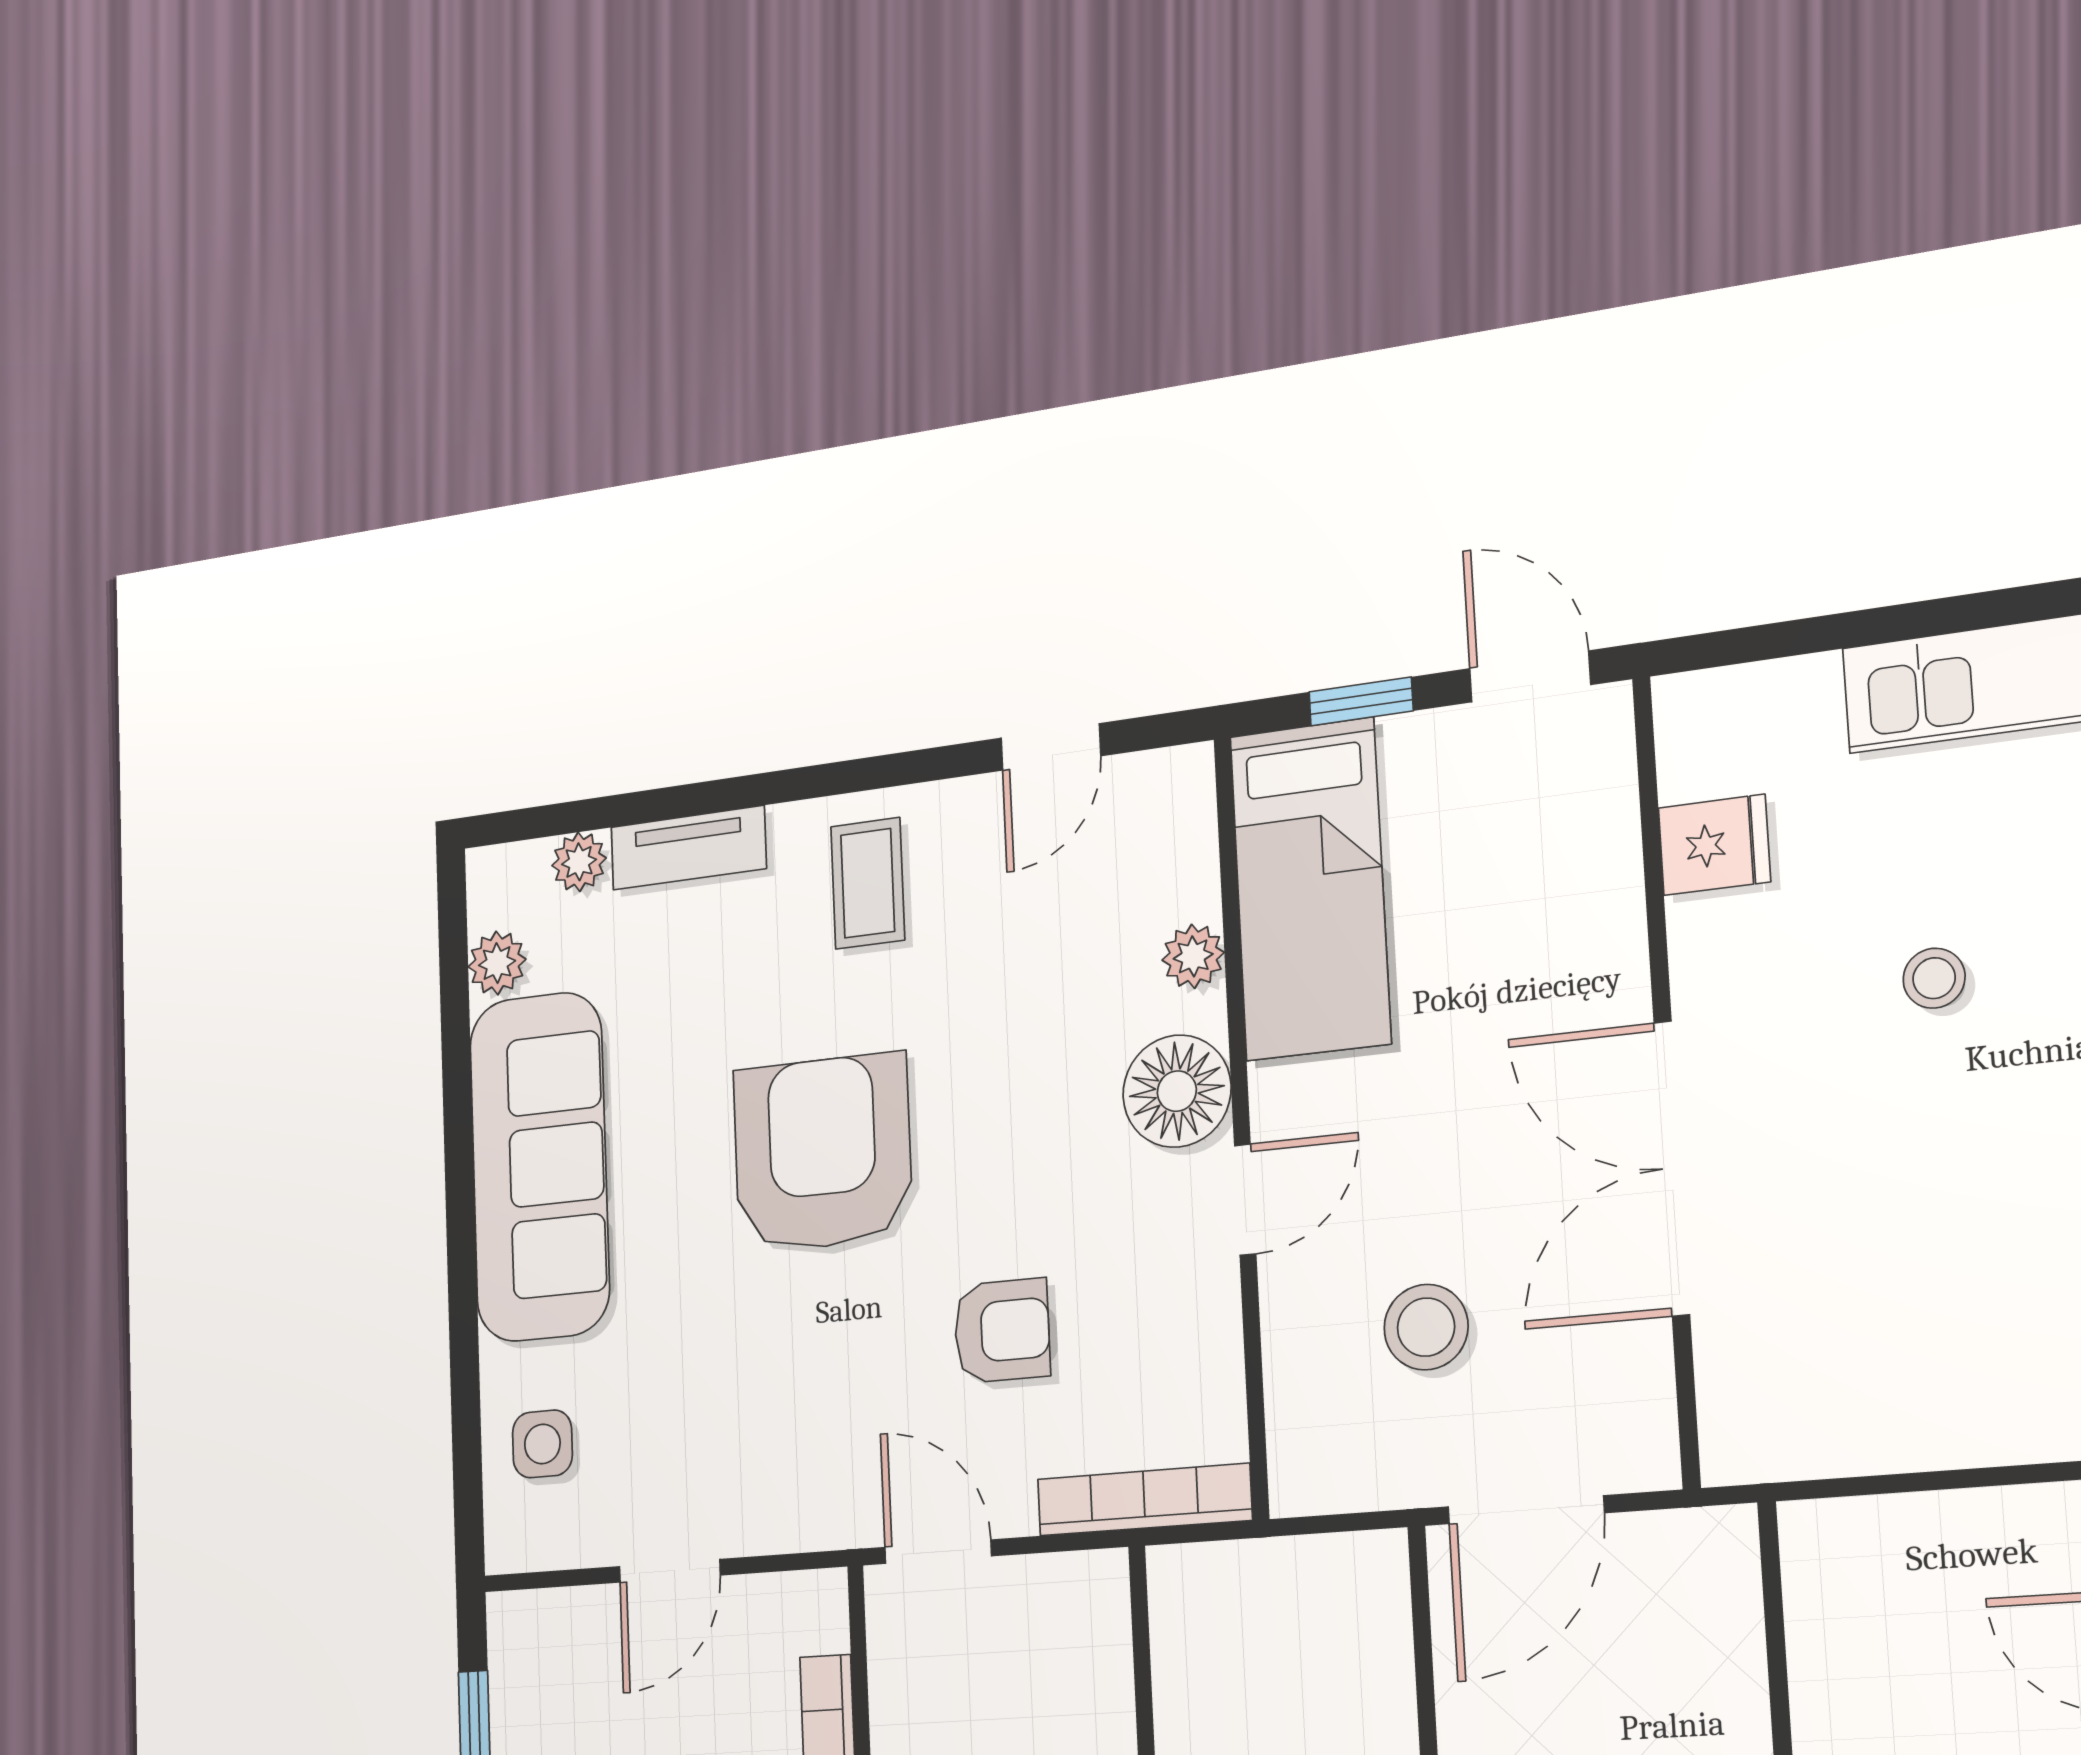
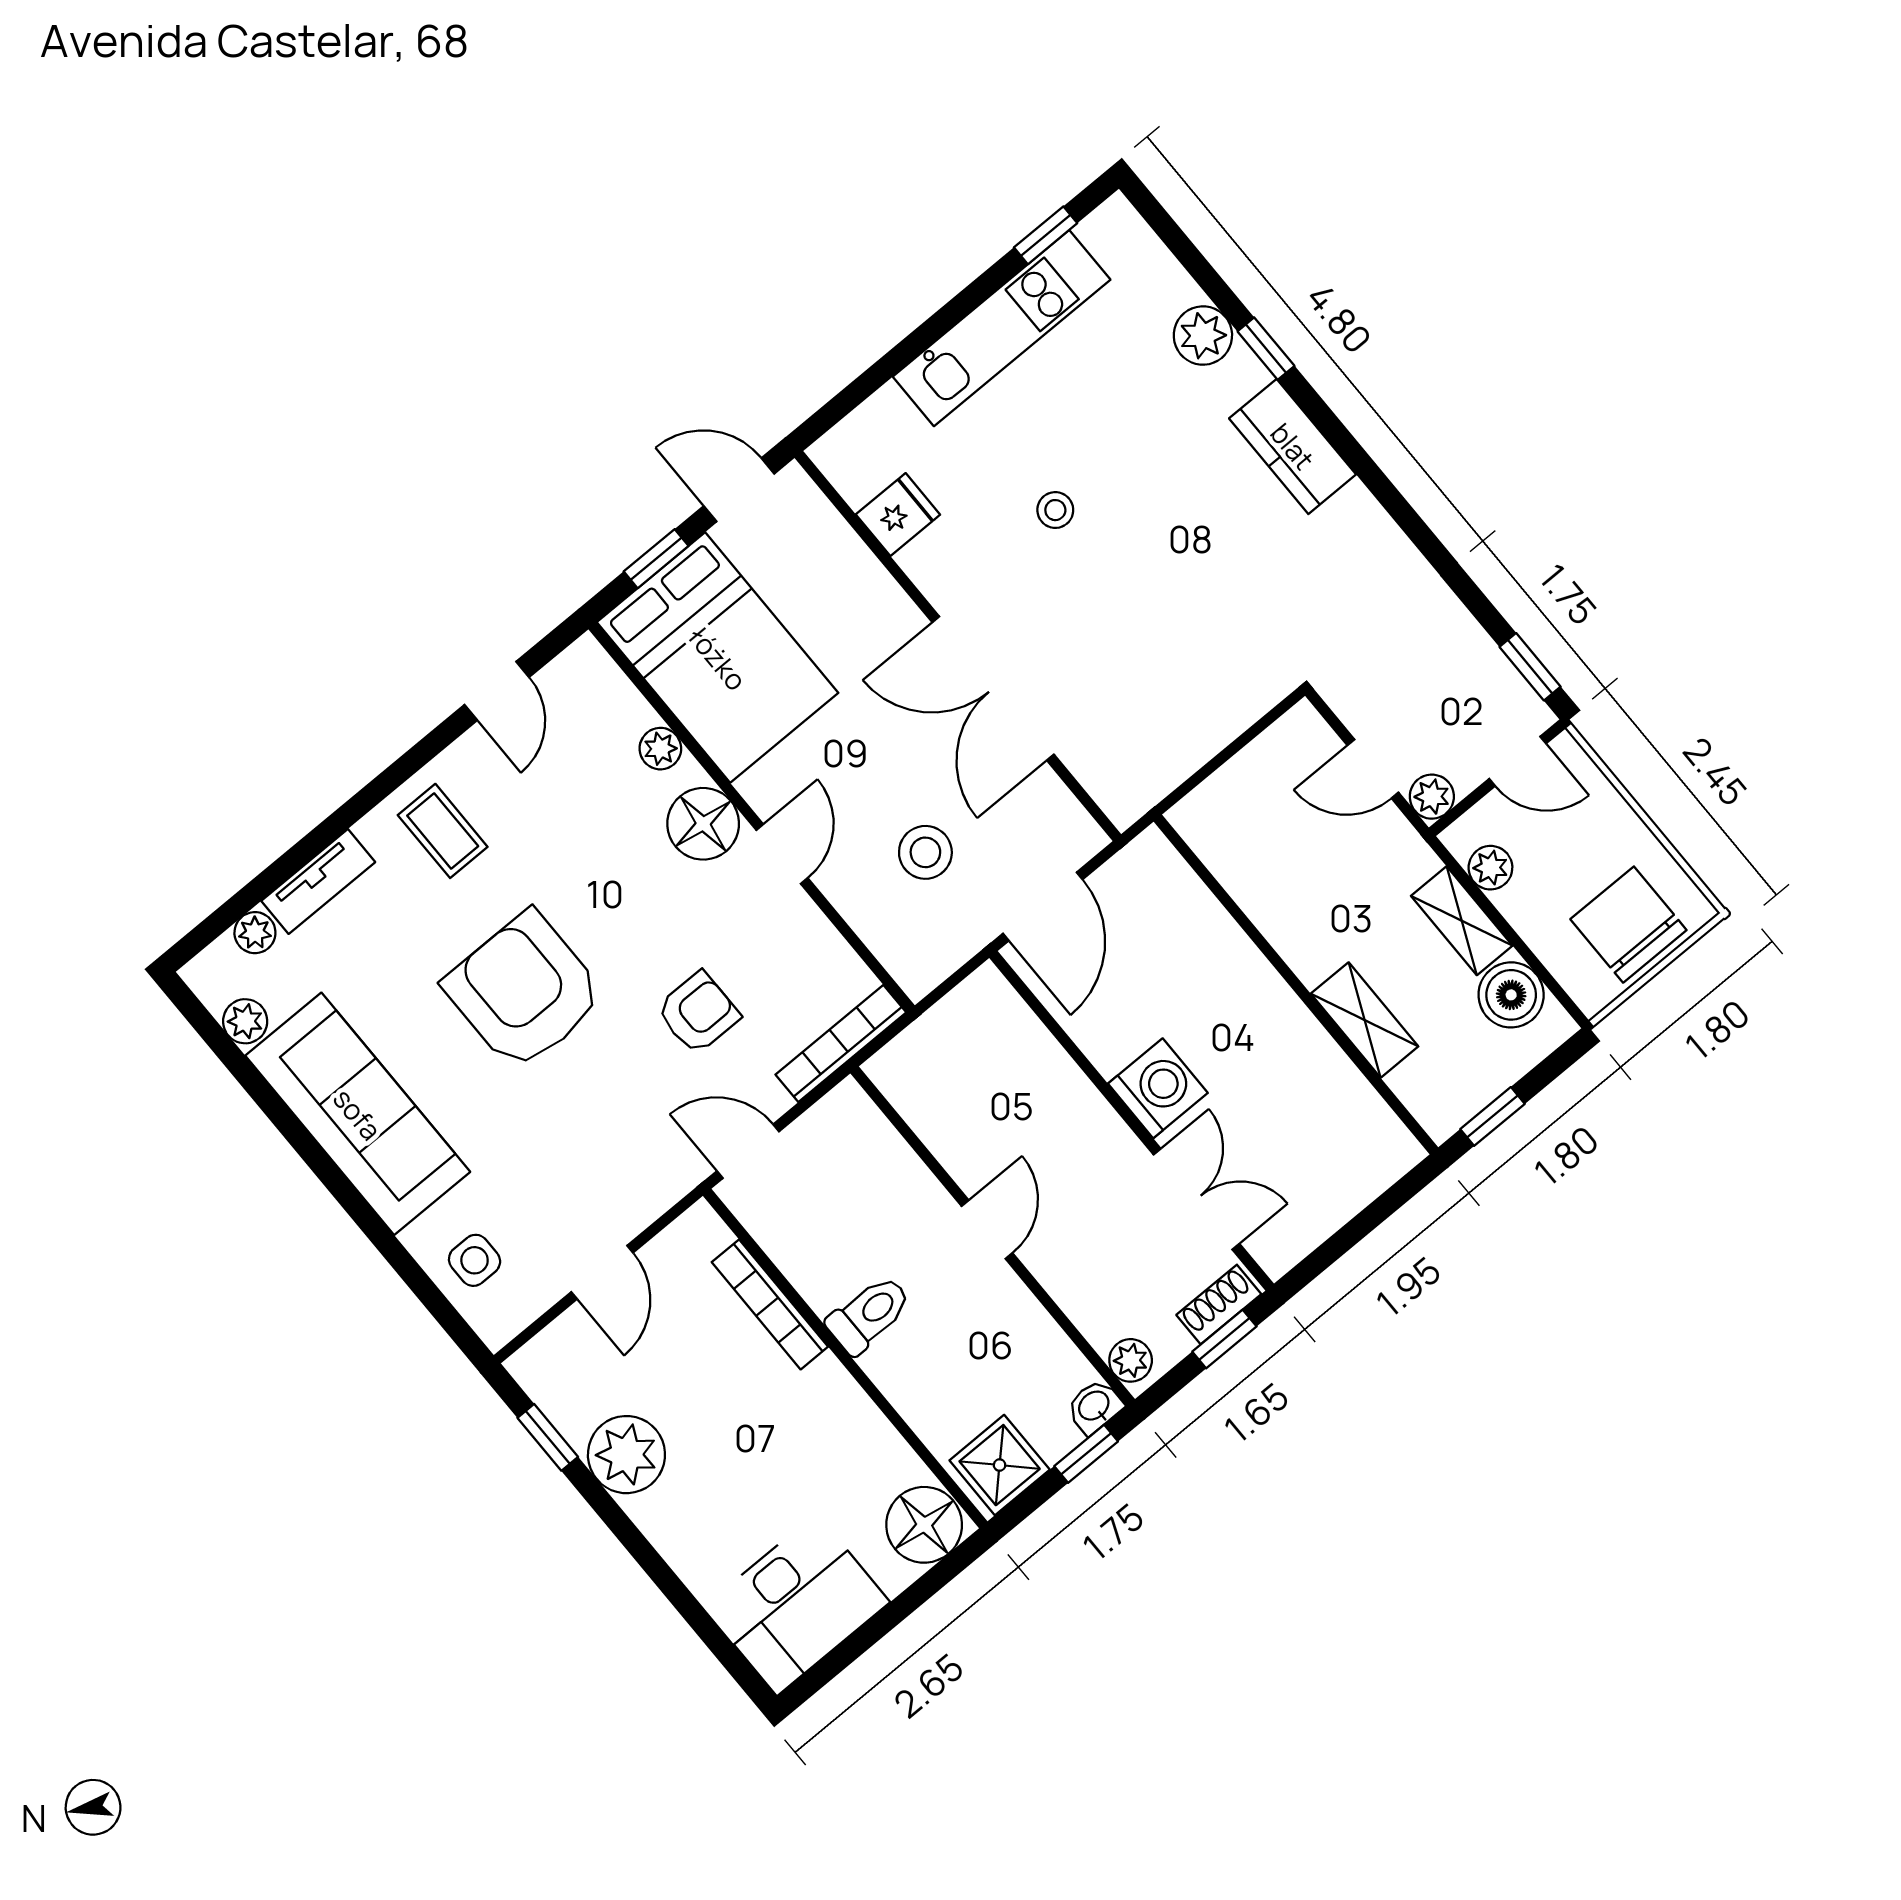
bed: (1310, 889) -> (718, 658), width x1.50

